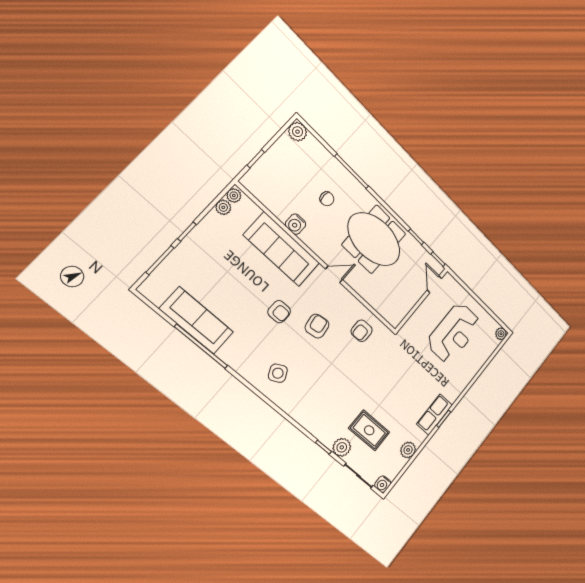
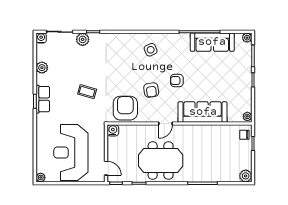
chair: (327, 199) -> (244, 135), moved
plant: (223, 207) -> (247, 38), moved
water cooler: (296, 224) -> (113, 130), moved
armchair: (362, 331) -> (125, 108), width x1.88, depth x1.88
reception desk: (454, 333) -> (71, 153), width x1.36, depth x1.30
coffee table: (385, 384) -> (87, 92), added
rug: (369, 430) -> (75, 60), removed

